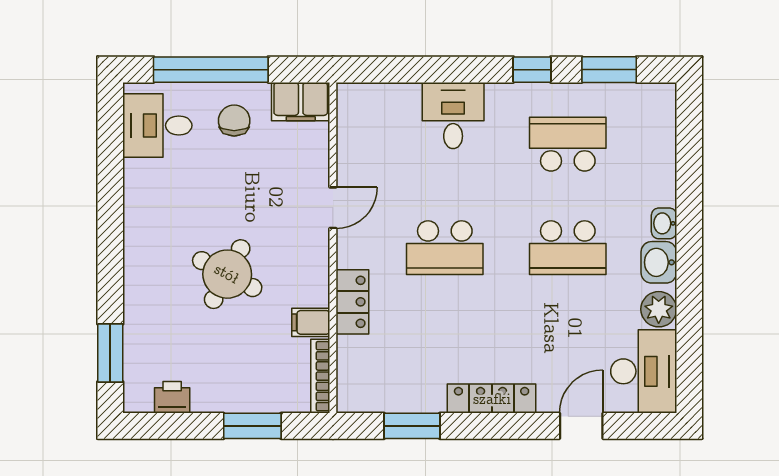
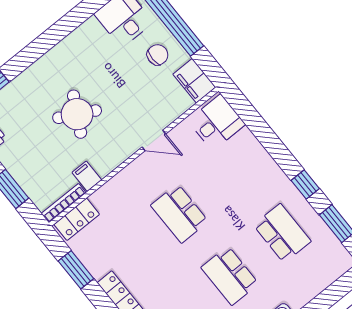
desk: (453, 115) -> (217, 122), moved
locker: (352, 302) -> (77, 219), moved

